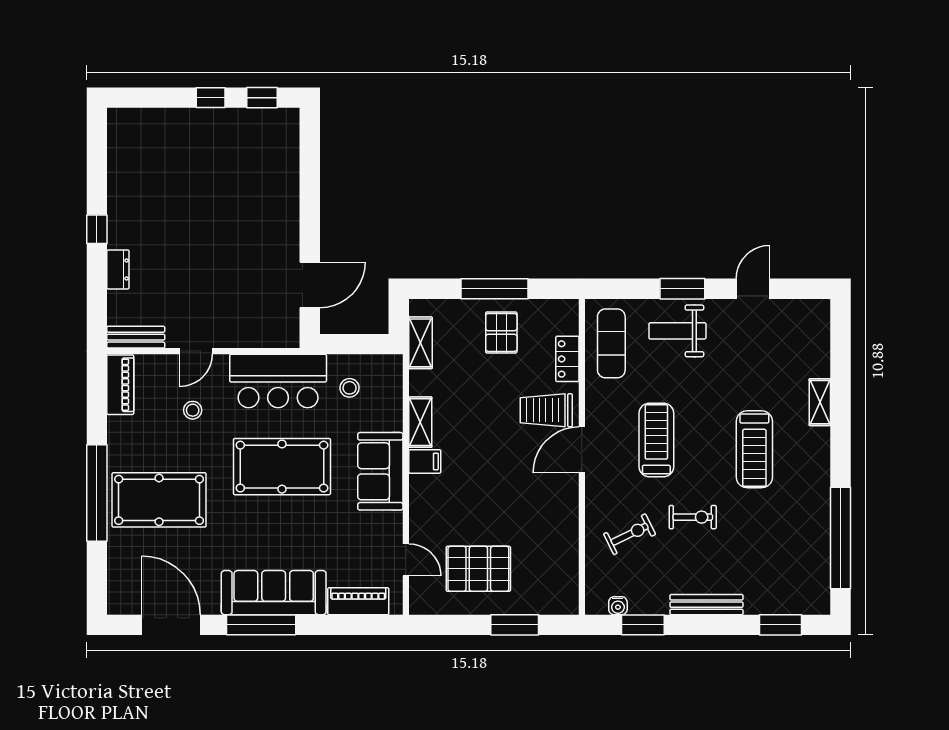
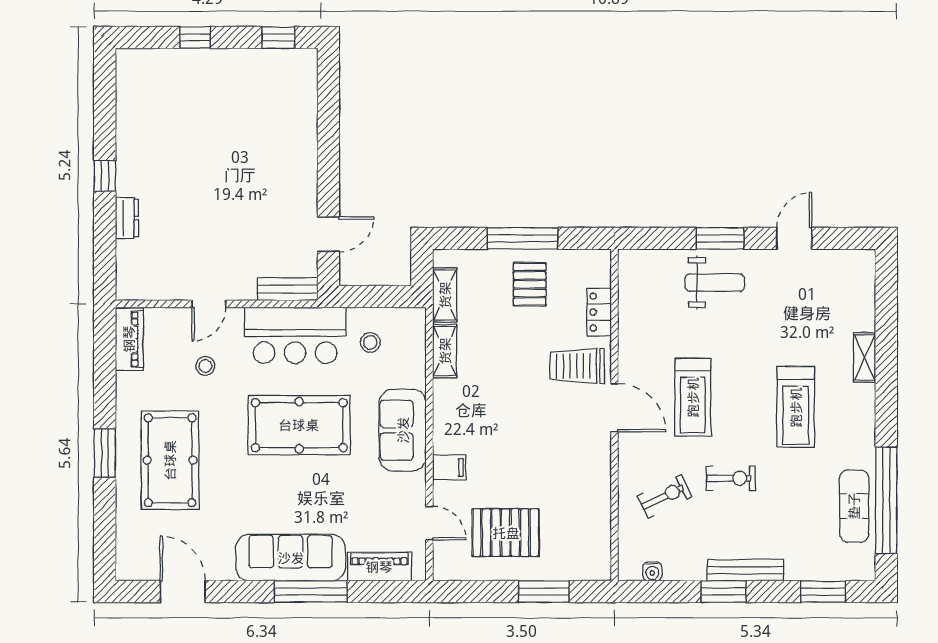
window: (211, 98) -> (195, 37), moved
door: (310, 285) -> (328, 234), width x0.73
weight bench: (677, 331) -> (715, 283), turned 180
bench: (136, 337) -> (288, 289), moved
exercise mat: (611, 343) -> (854, 506), moved
shelving: (420, 422) -> (445, 351), moved
treadmill: (656, 440) -> (693, 397), turned 180
door: (582, 450) -> (614, 408), swing flipped
filing cabinet: (425, 461) -> (449, 467), moved
window: (97, 493) -> (105, 453), width x0.47
pool table: (159, 500) -> (170, 460), turned 90
door: (171, 625) -> (183, 592), width x0.73
window: (261, 625) -> (311, 592), moved
window: (643, 625) -> (724, 592), moved

